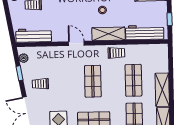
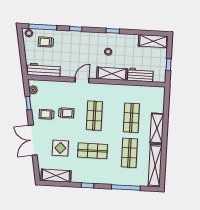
workbench: (145, 32) -> (140, 75), width x0.73
door: (76, 43) -> (82, 80), hinge flipped
trolley: (116, 53) -> (66, 113), moved

